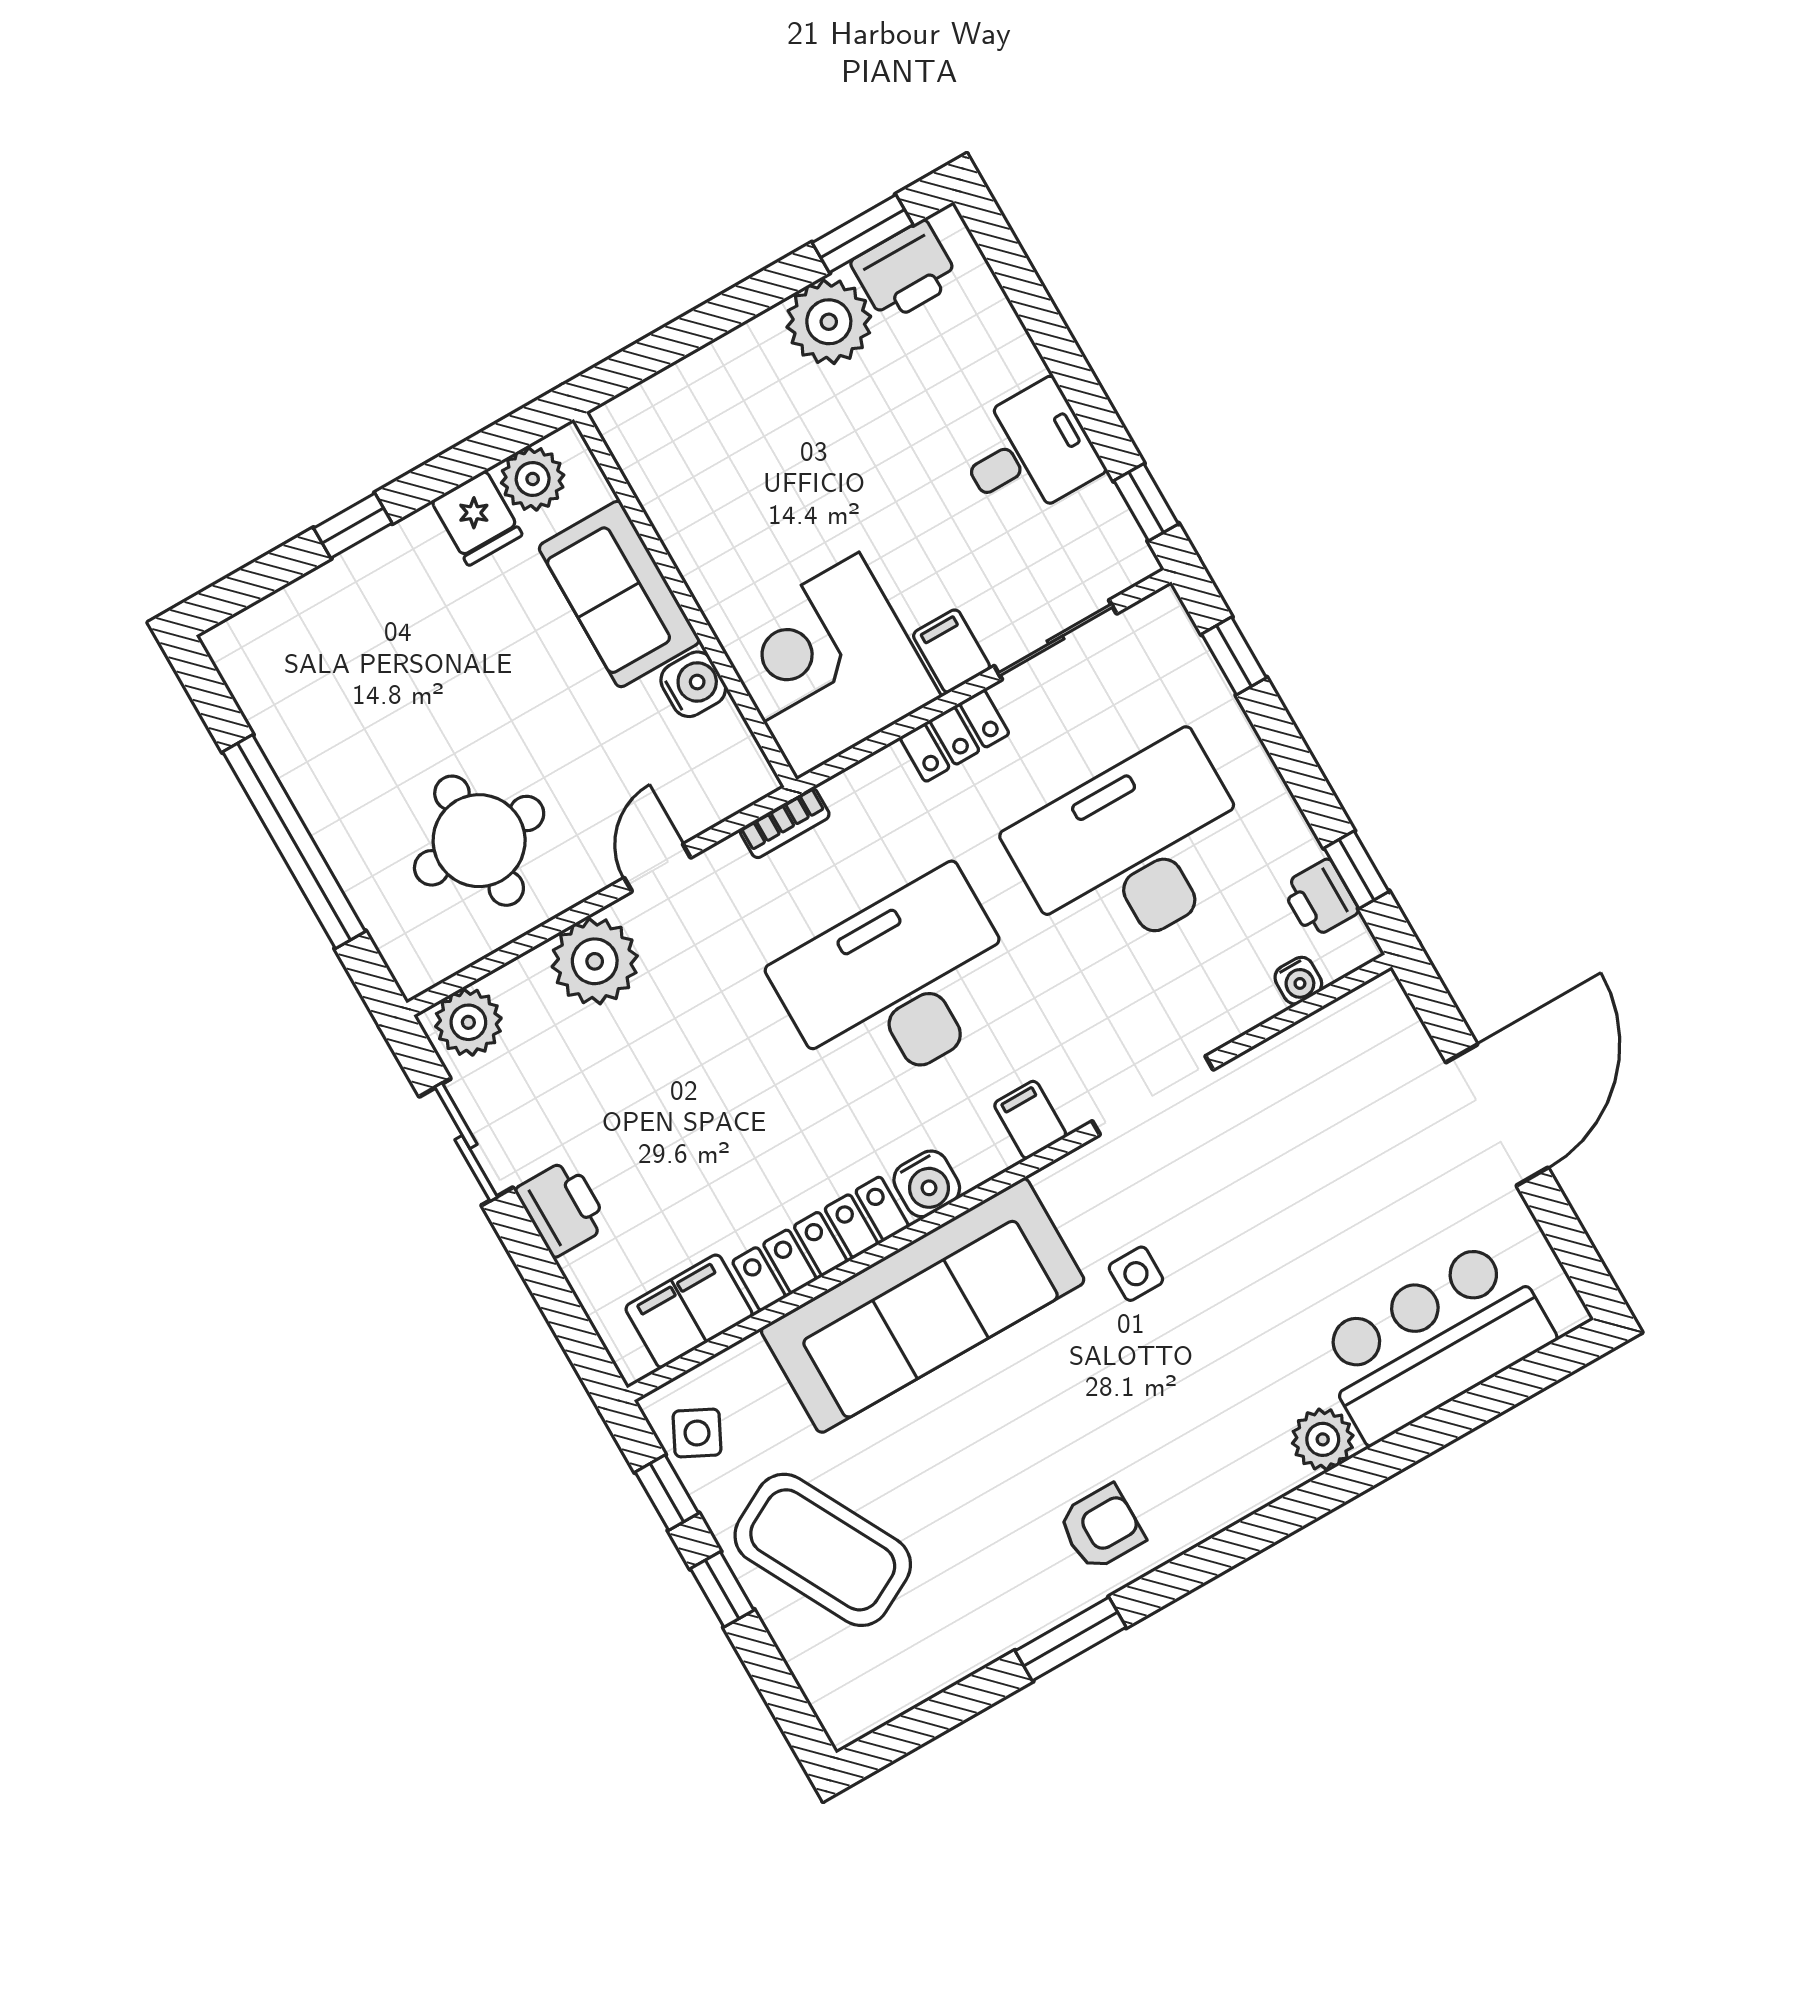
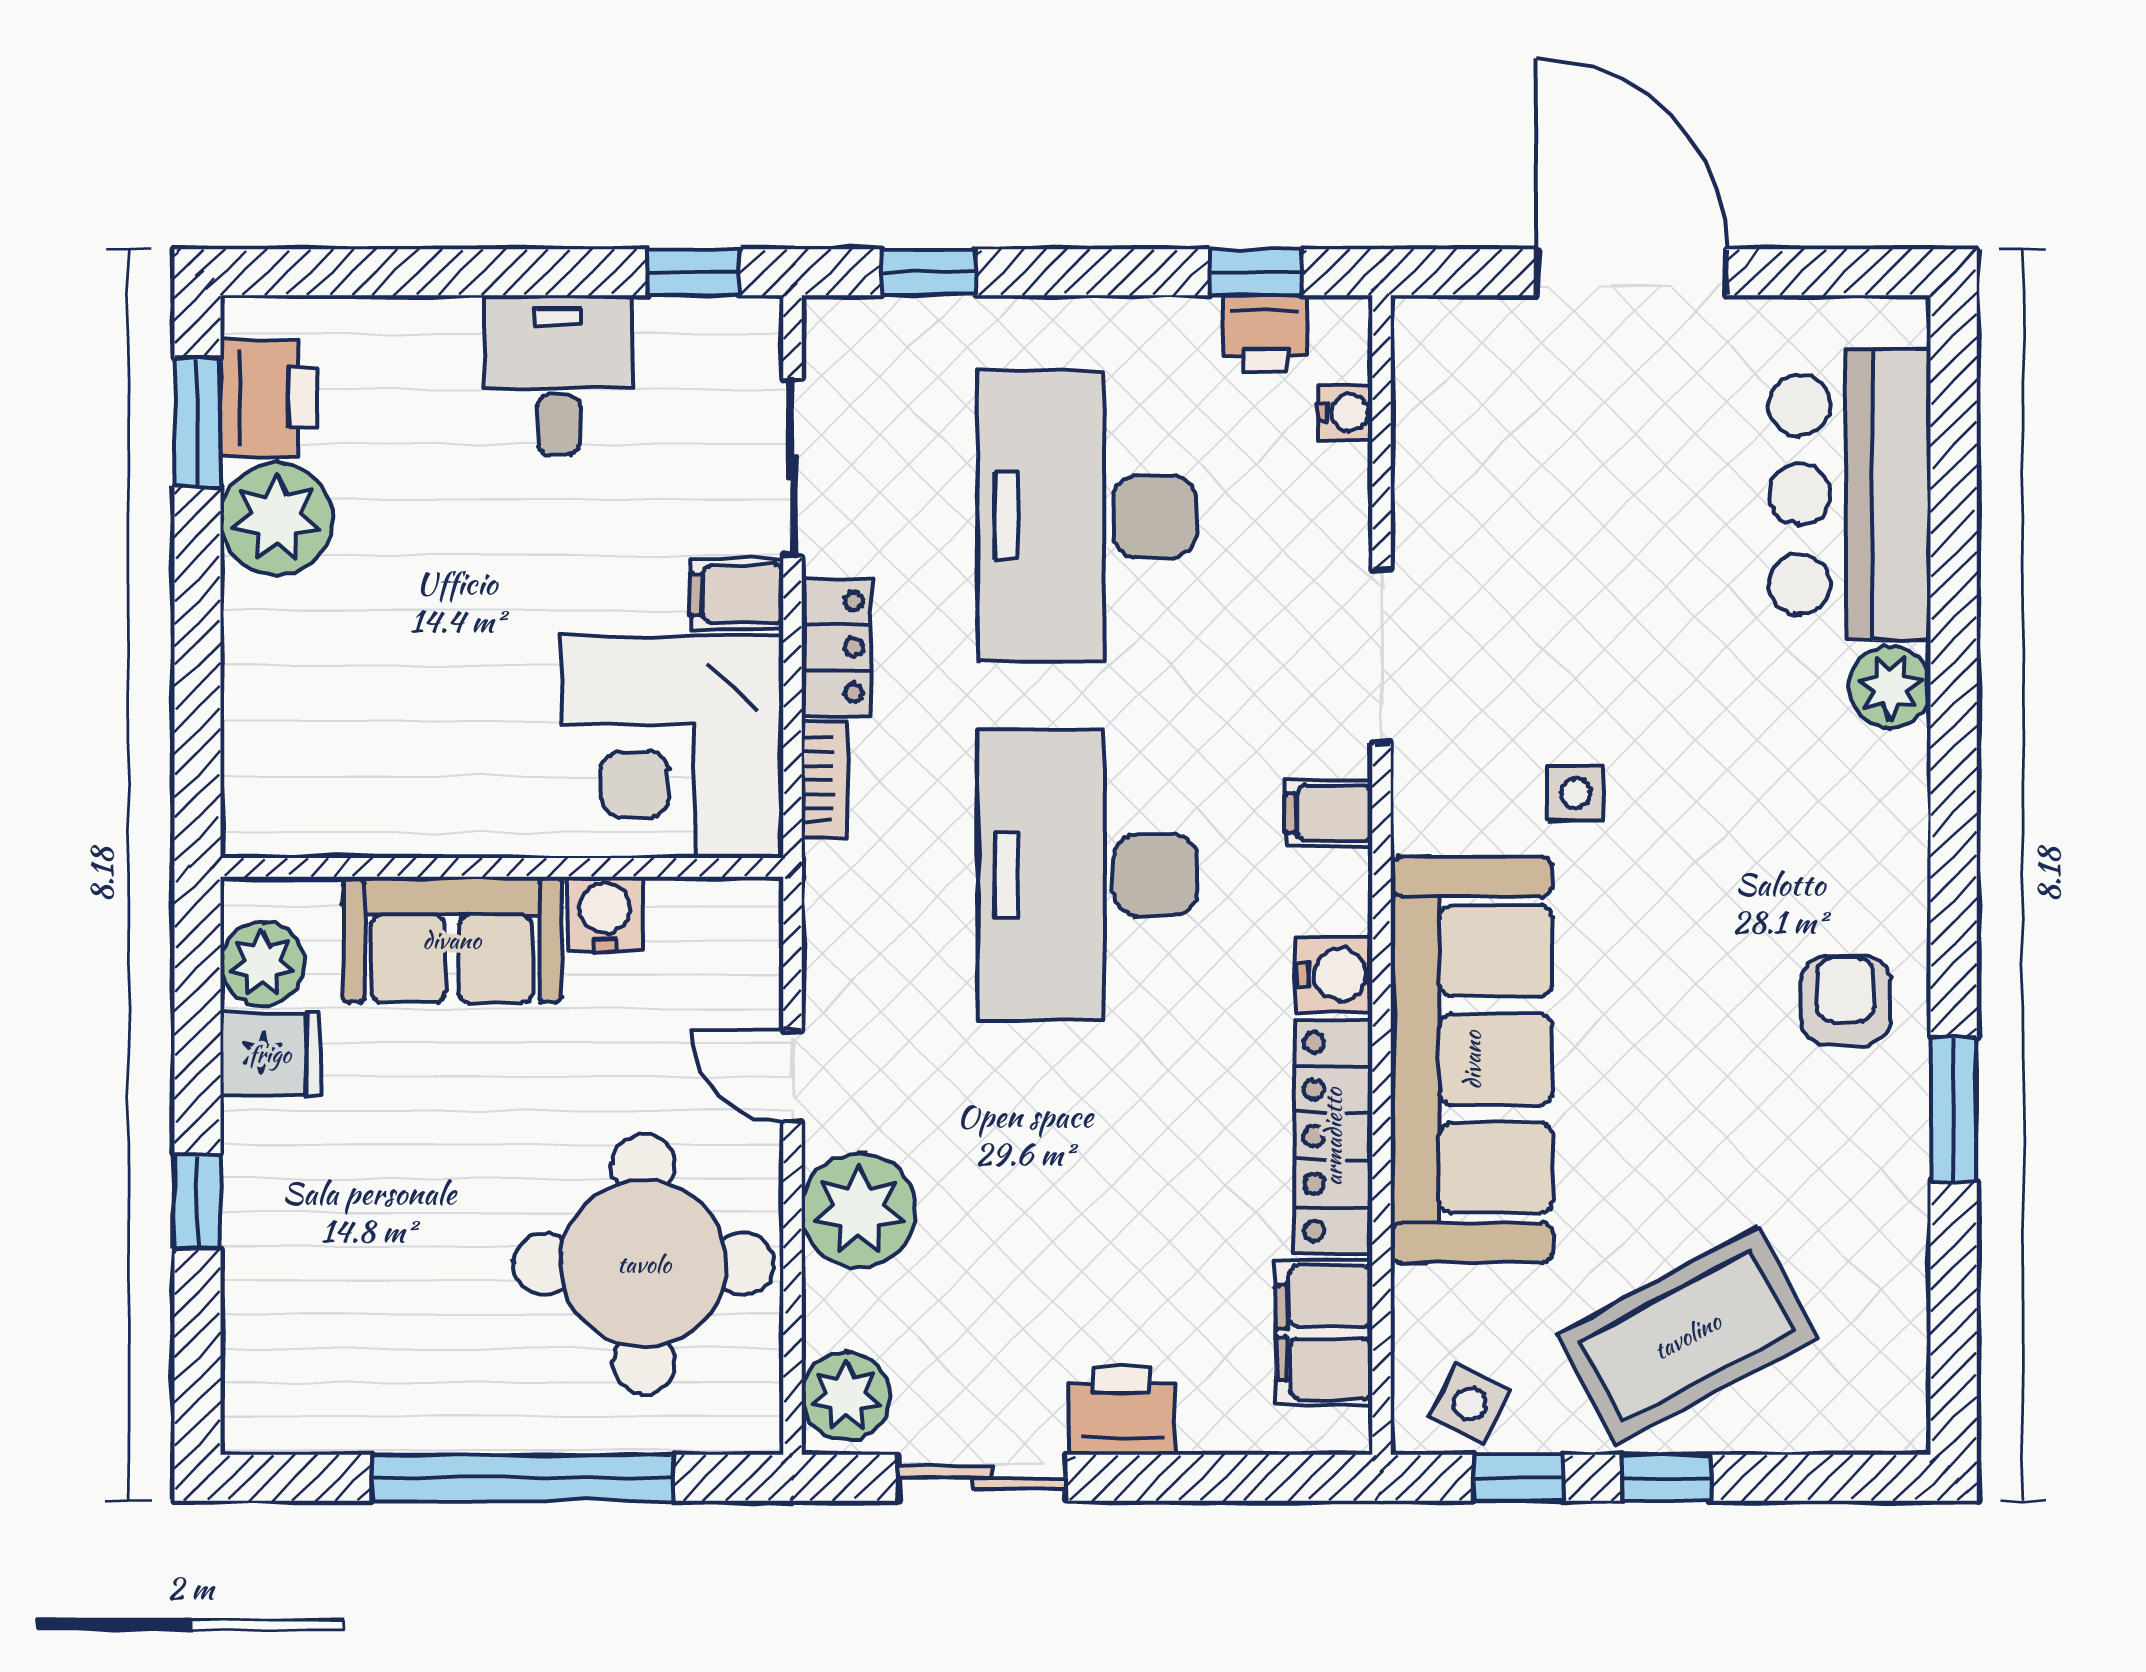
bookcase: (785, 823) -> (825, 780), moved
round table: (479, 841) -> (644, 1264), width x1.36, depth x1.36

